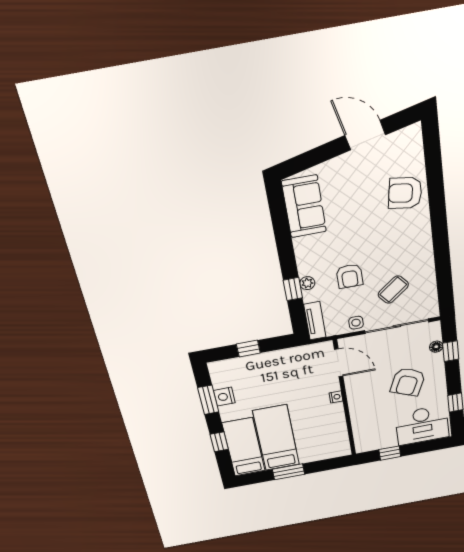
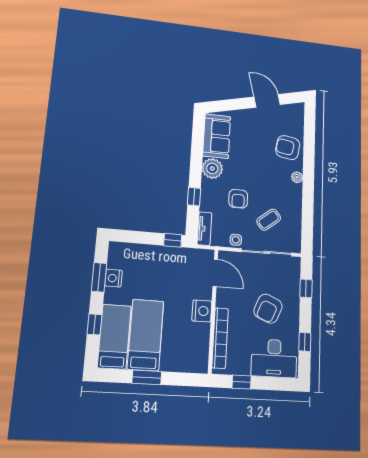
plant: (423, 228) -> (297, 177), added
plant: (307, 283) -> (212, 168), moved, width x1.87, depth x1.87
floor lamp: (436, 347) -> (295, 281), removed
window: (248, 349) -> (173, 240), moved
nightstand: (336, 397) -> (202, 311), width x1.89, depth x1.79
bookcase: (358, 422) -> (220, 338), added

